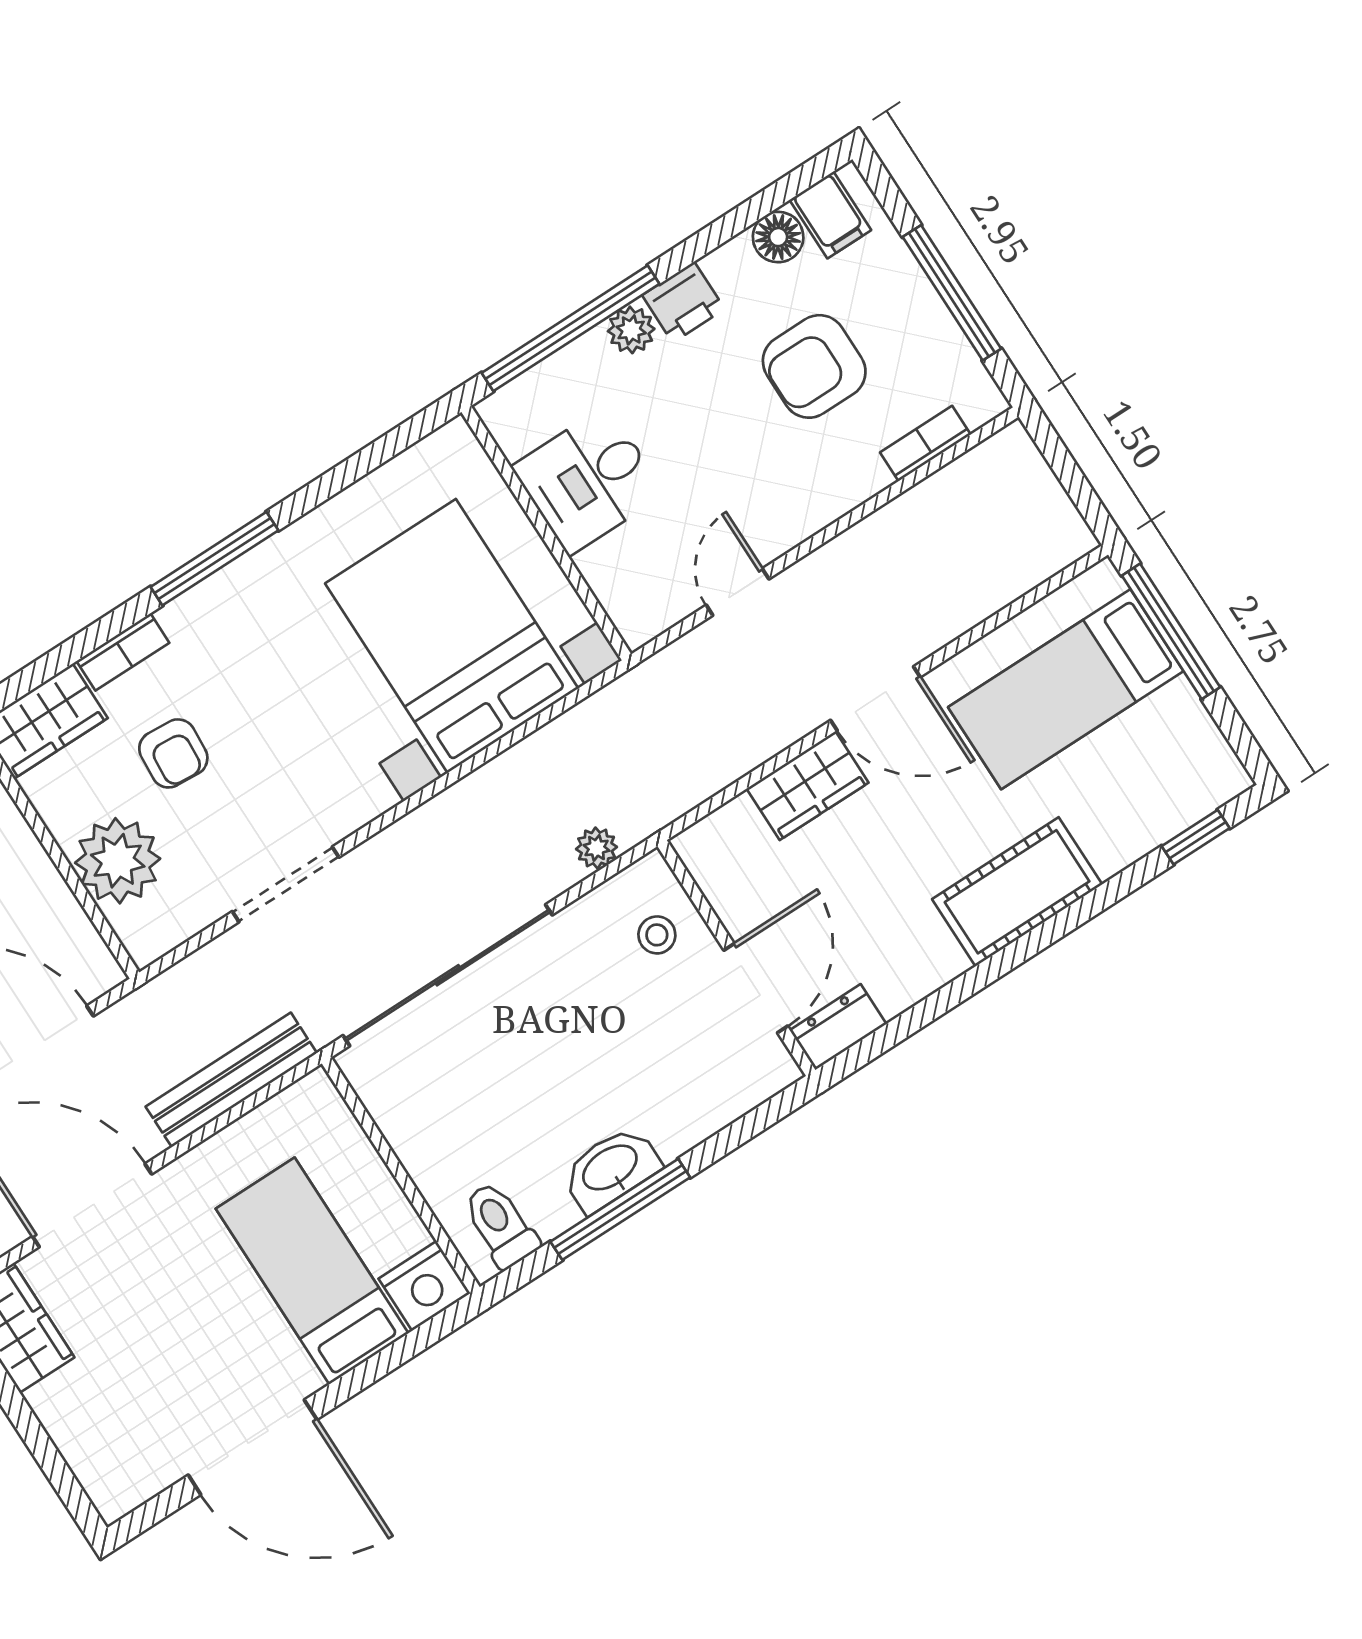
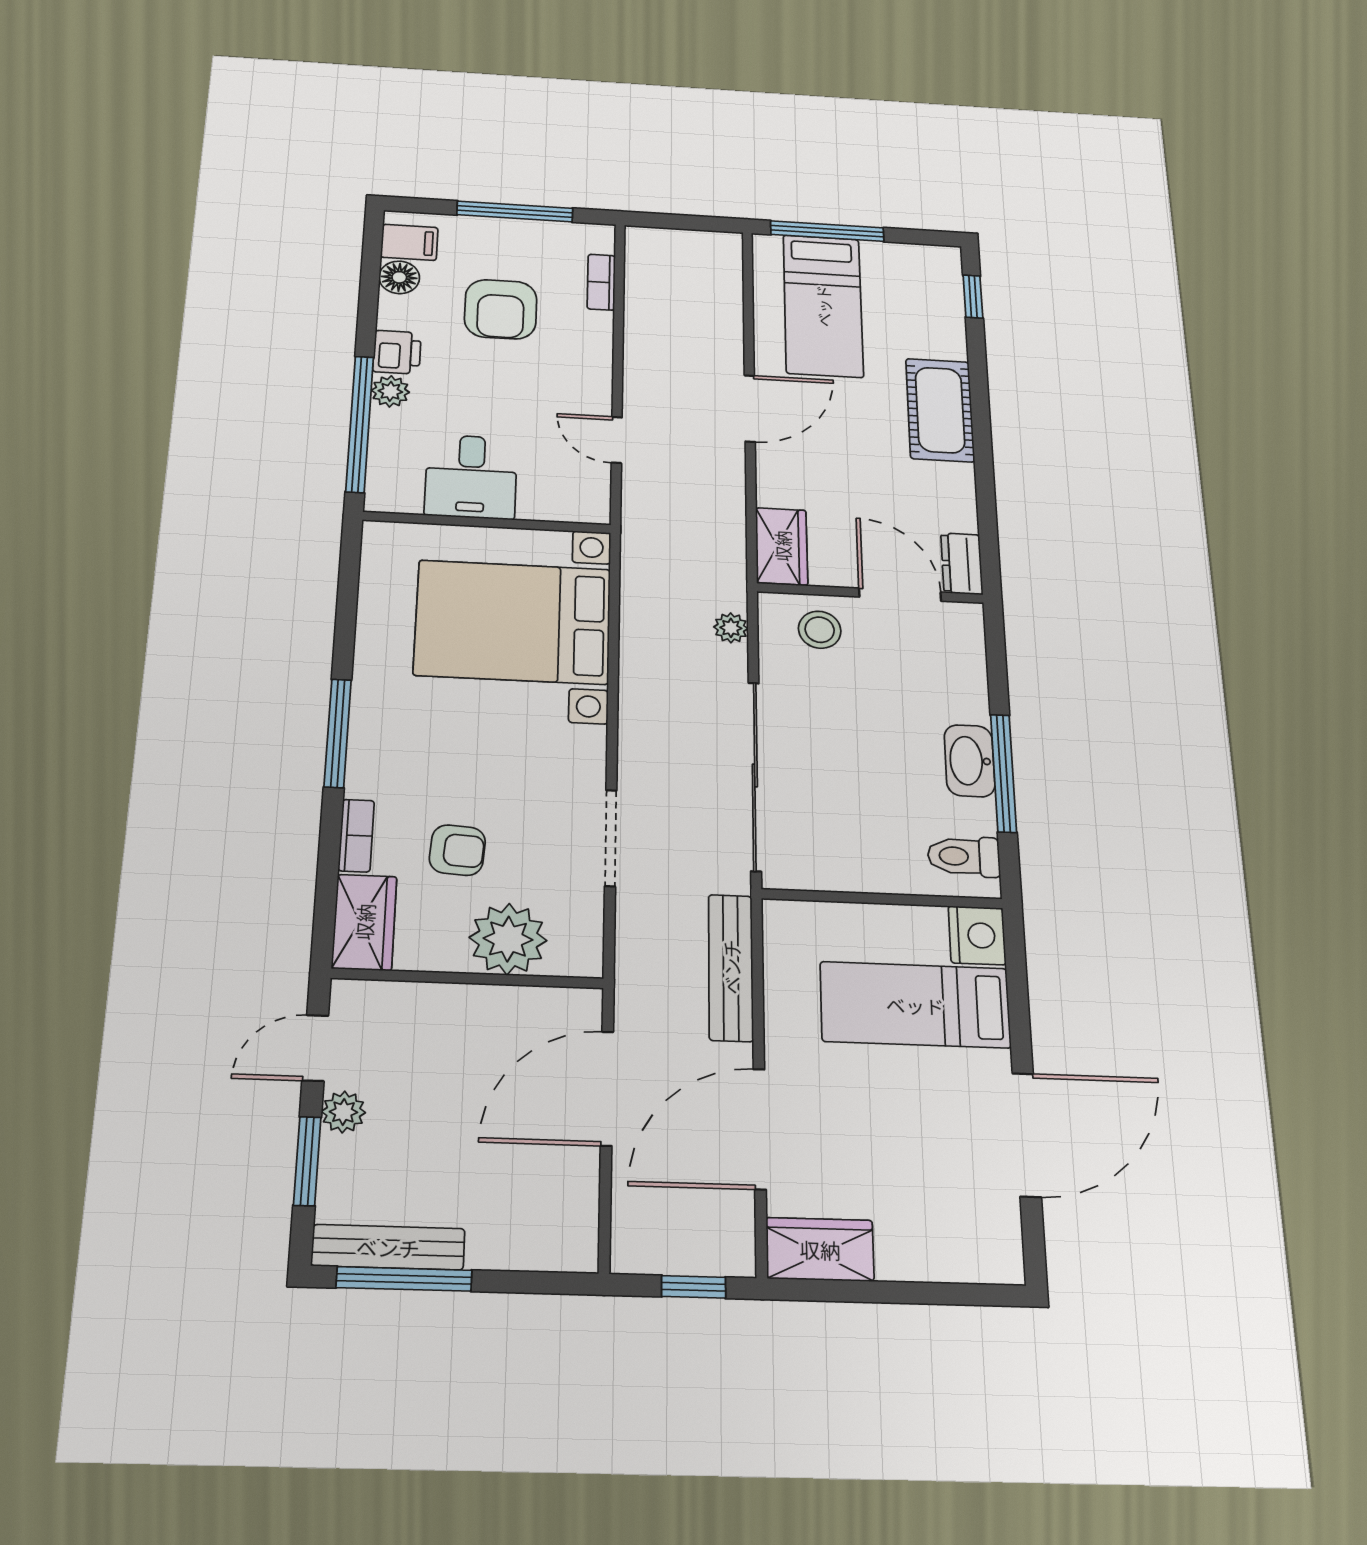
wardrobe: (807, 786) -> (782, 546), moved
stool: (657, 935) -> (820, 630), width x1.37, depth x1.37

